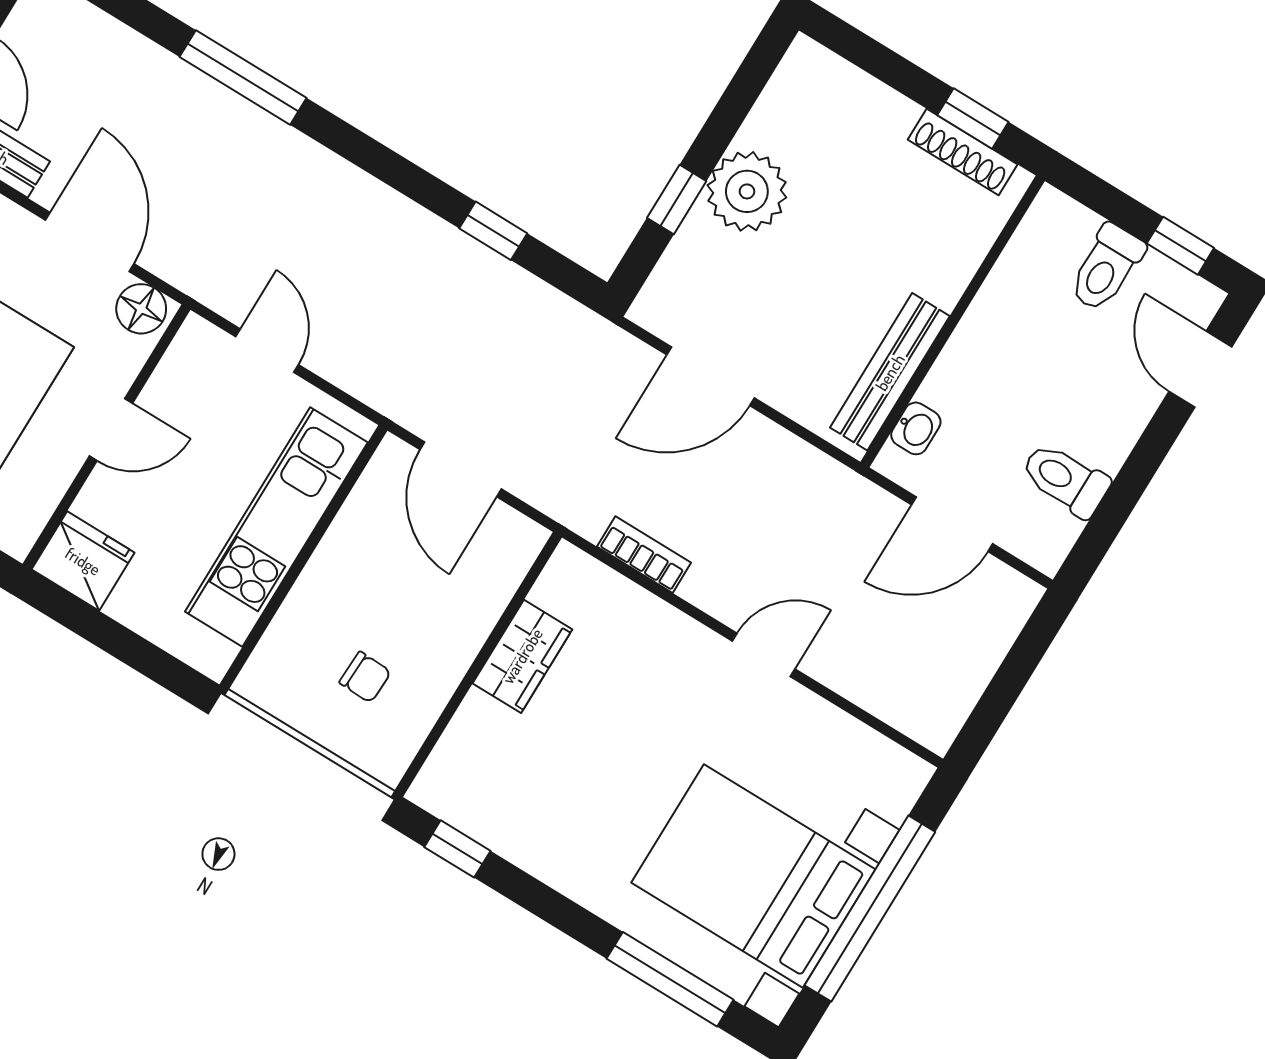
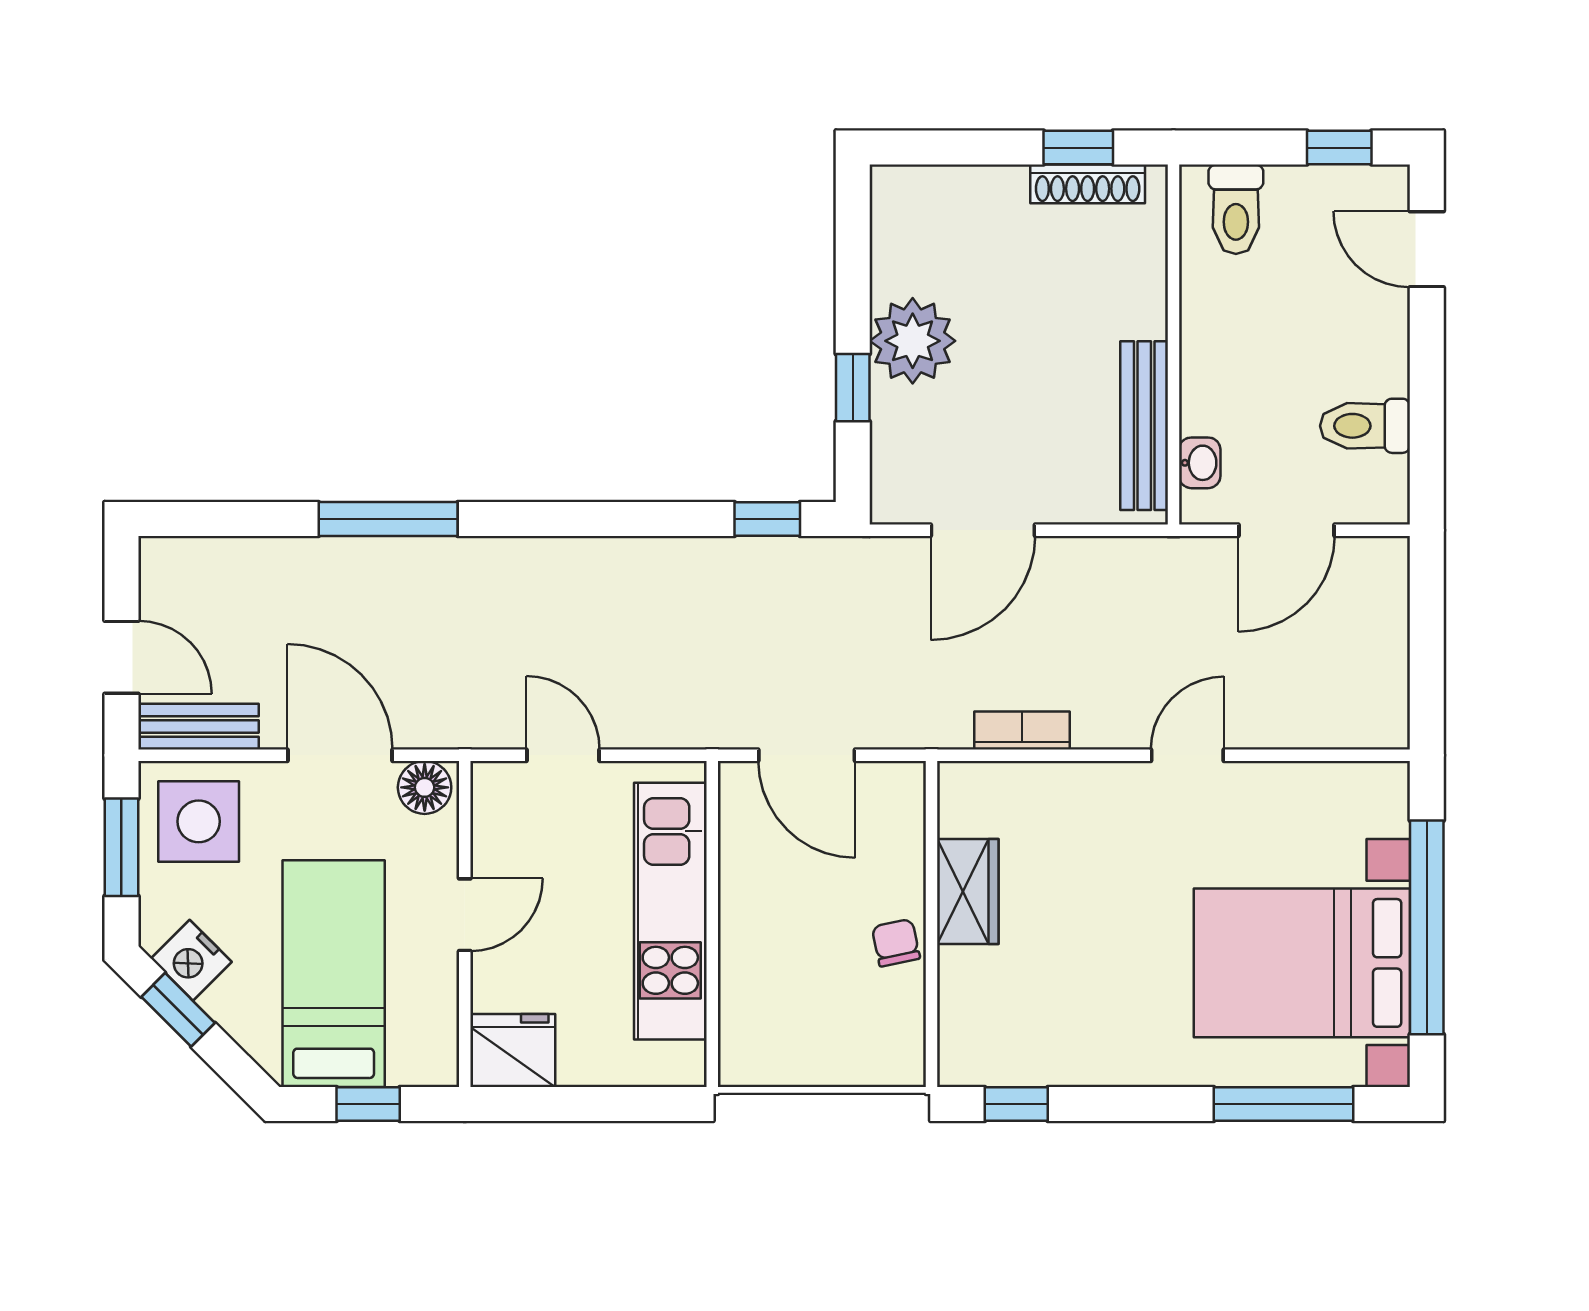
window: (493, 231) -> (767, 519), moved
toilet: (1106, 268) -> (1236, 209), moved
chair: (365, 677) -> (896, 943), moved, turned -104

